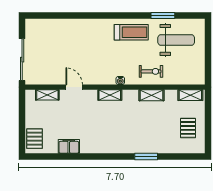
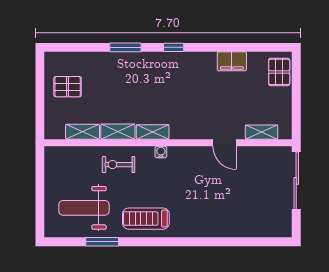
shelving: (110, 95) -> (153, 132), moved
shelving: (190, 95) -> (83, 132), moved
pallet: (188, 128) -> (68, 87), turned 90
window: (111, 156) -> (174, 47), added

